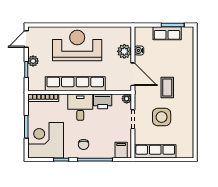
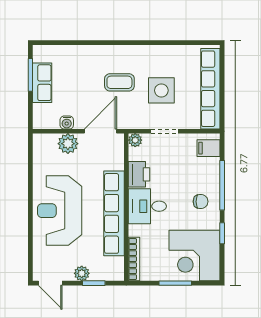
row of seats: (155, 151) -> (210, 89), width x1.36

